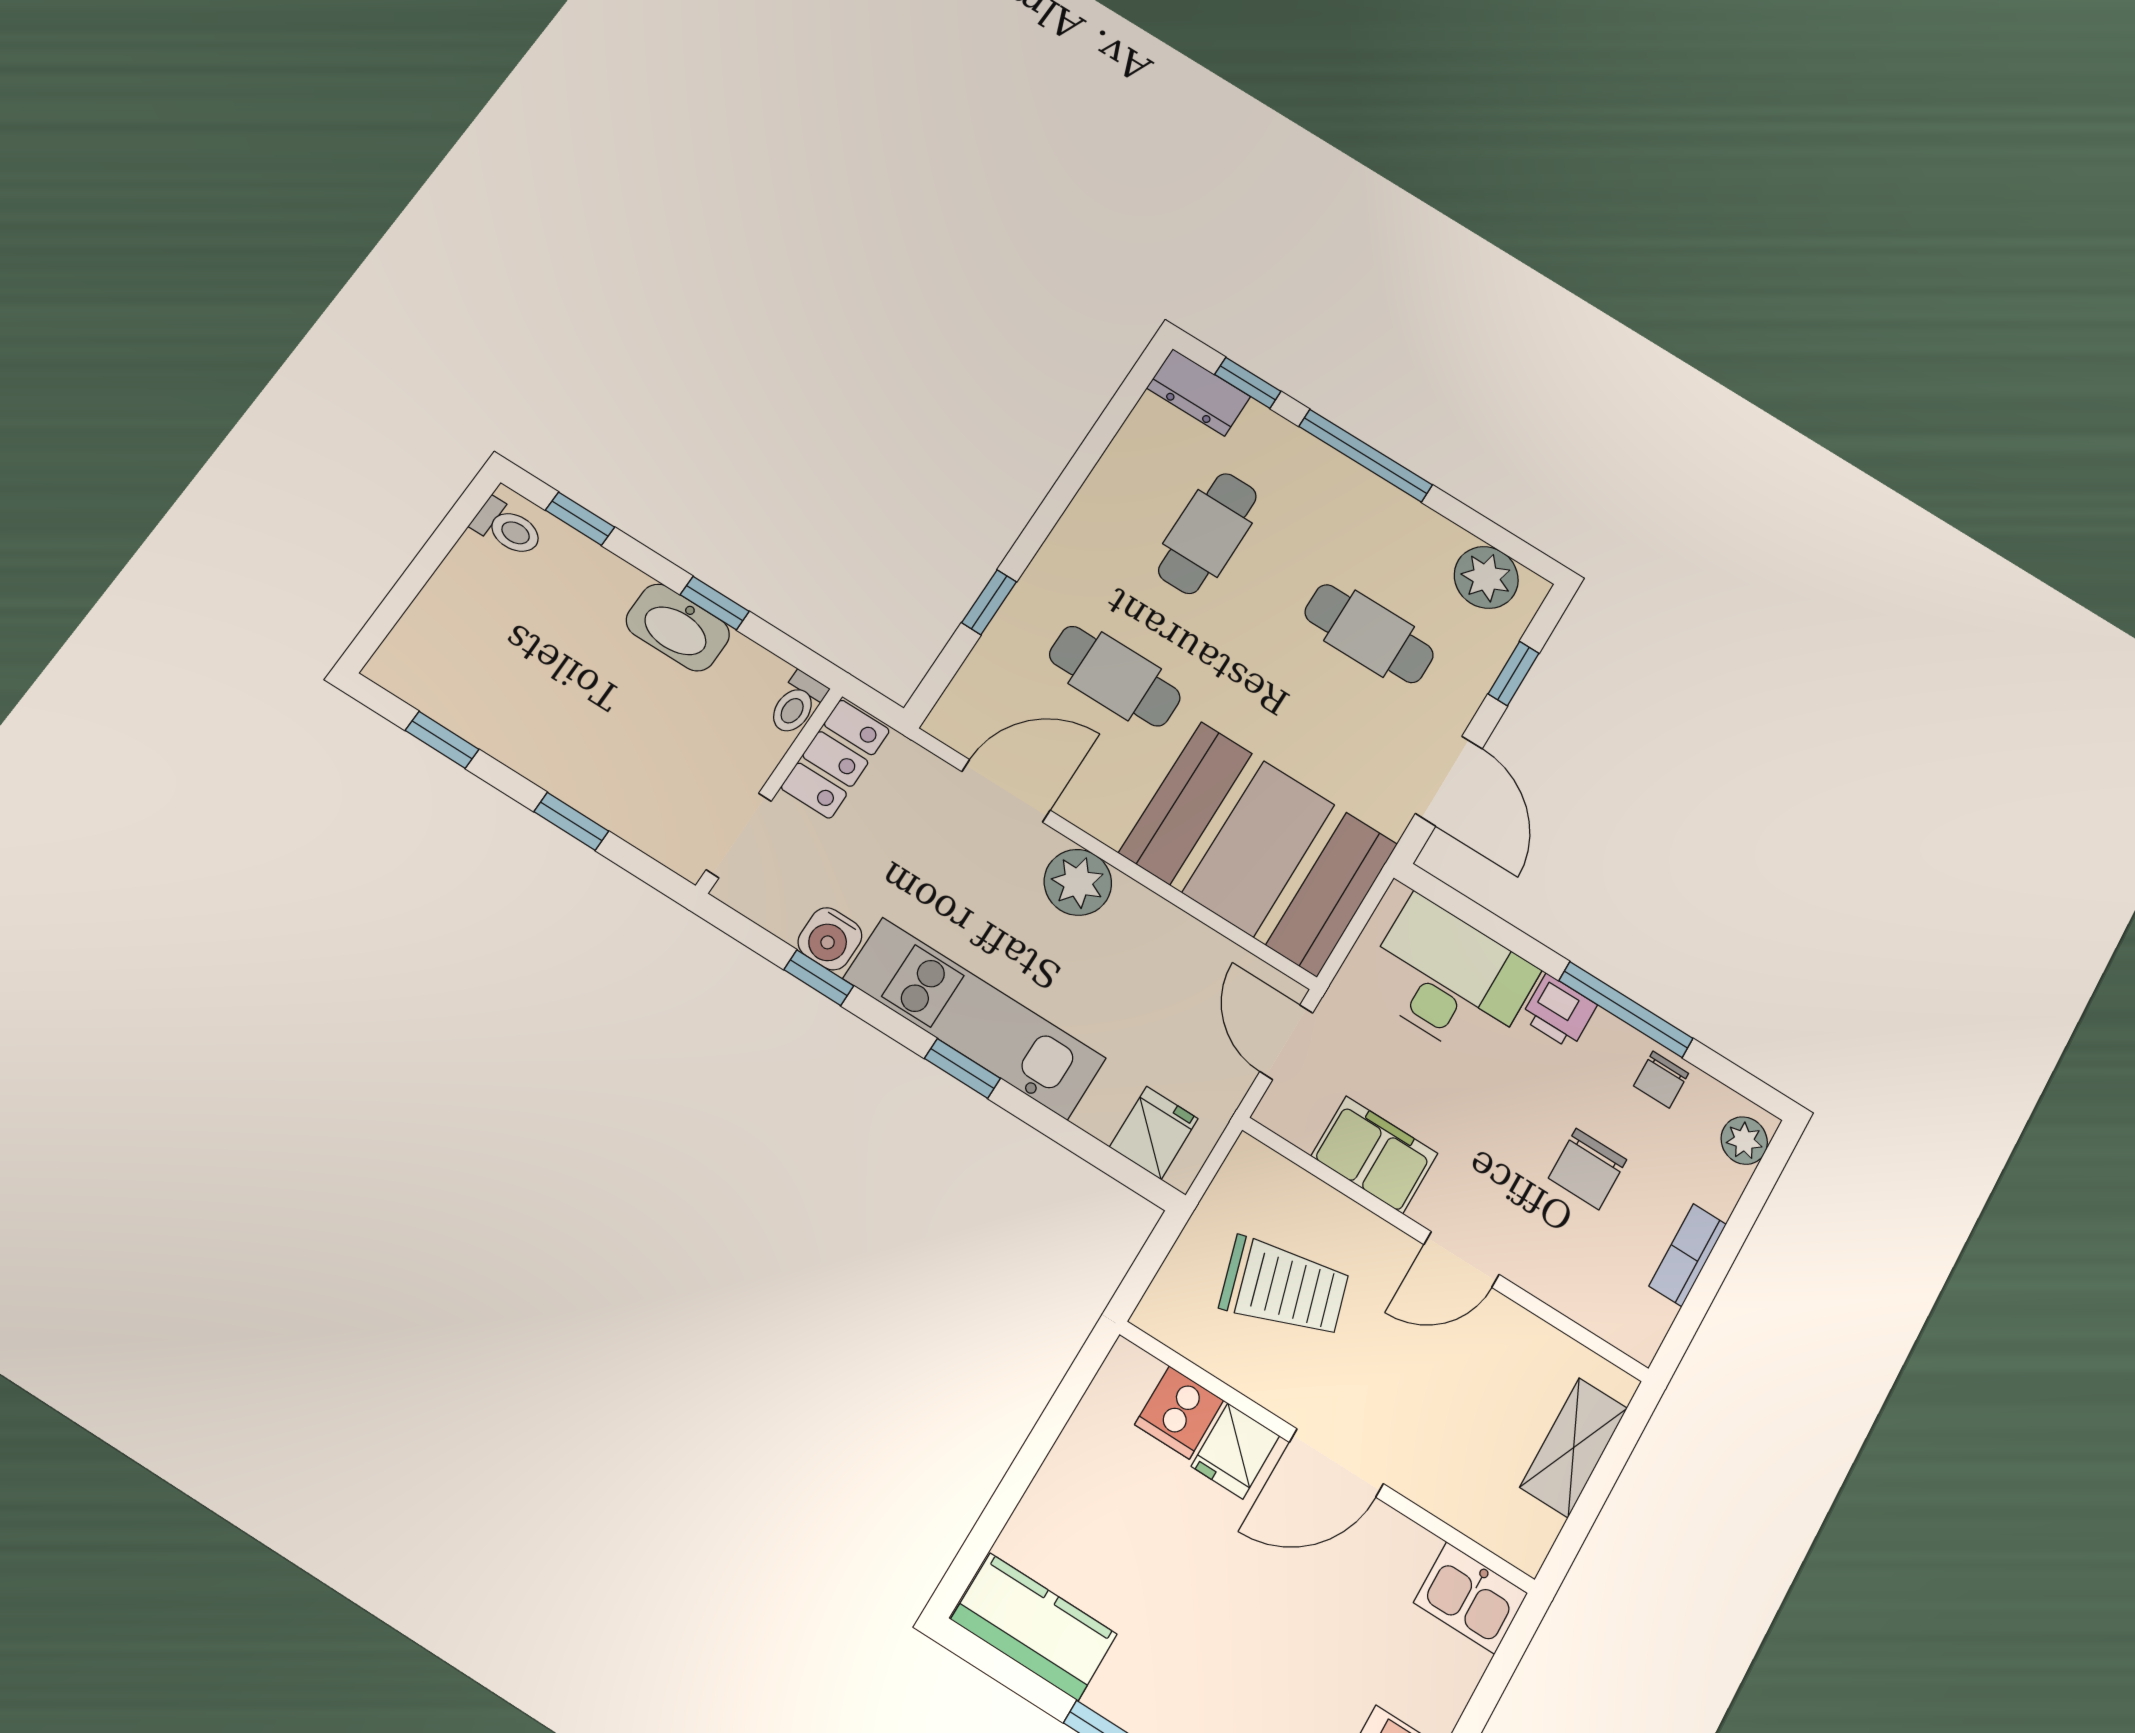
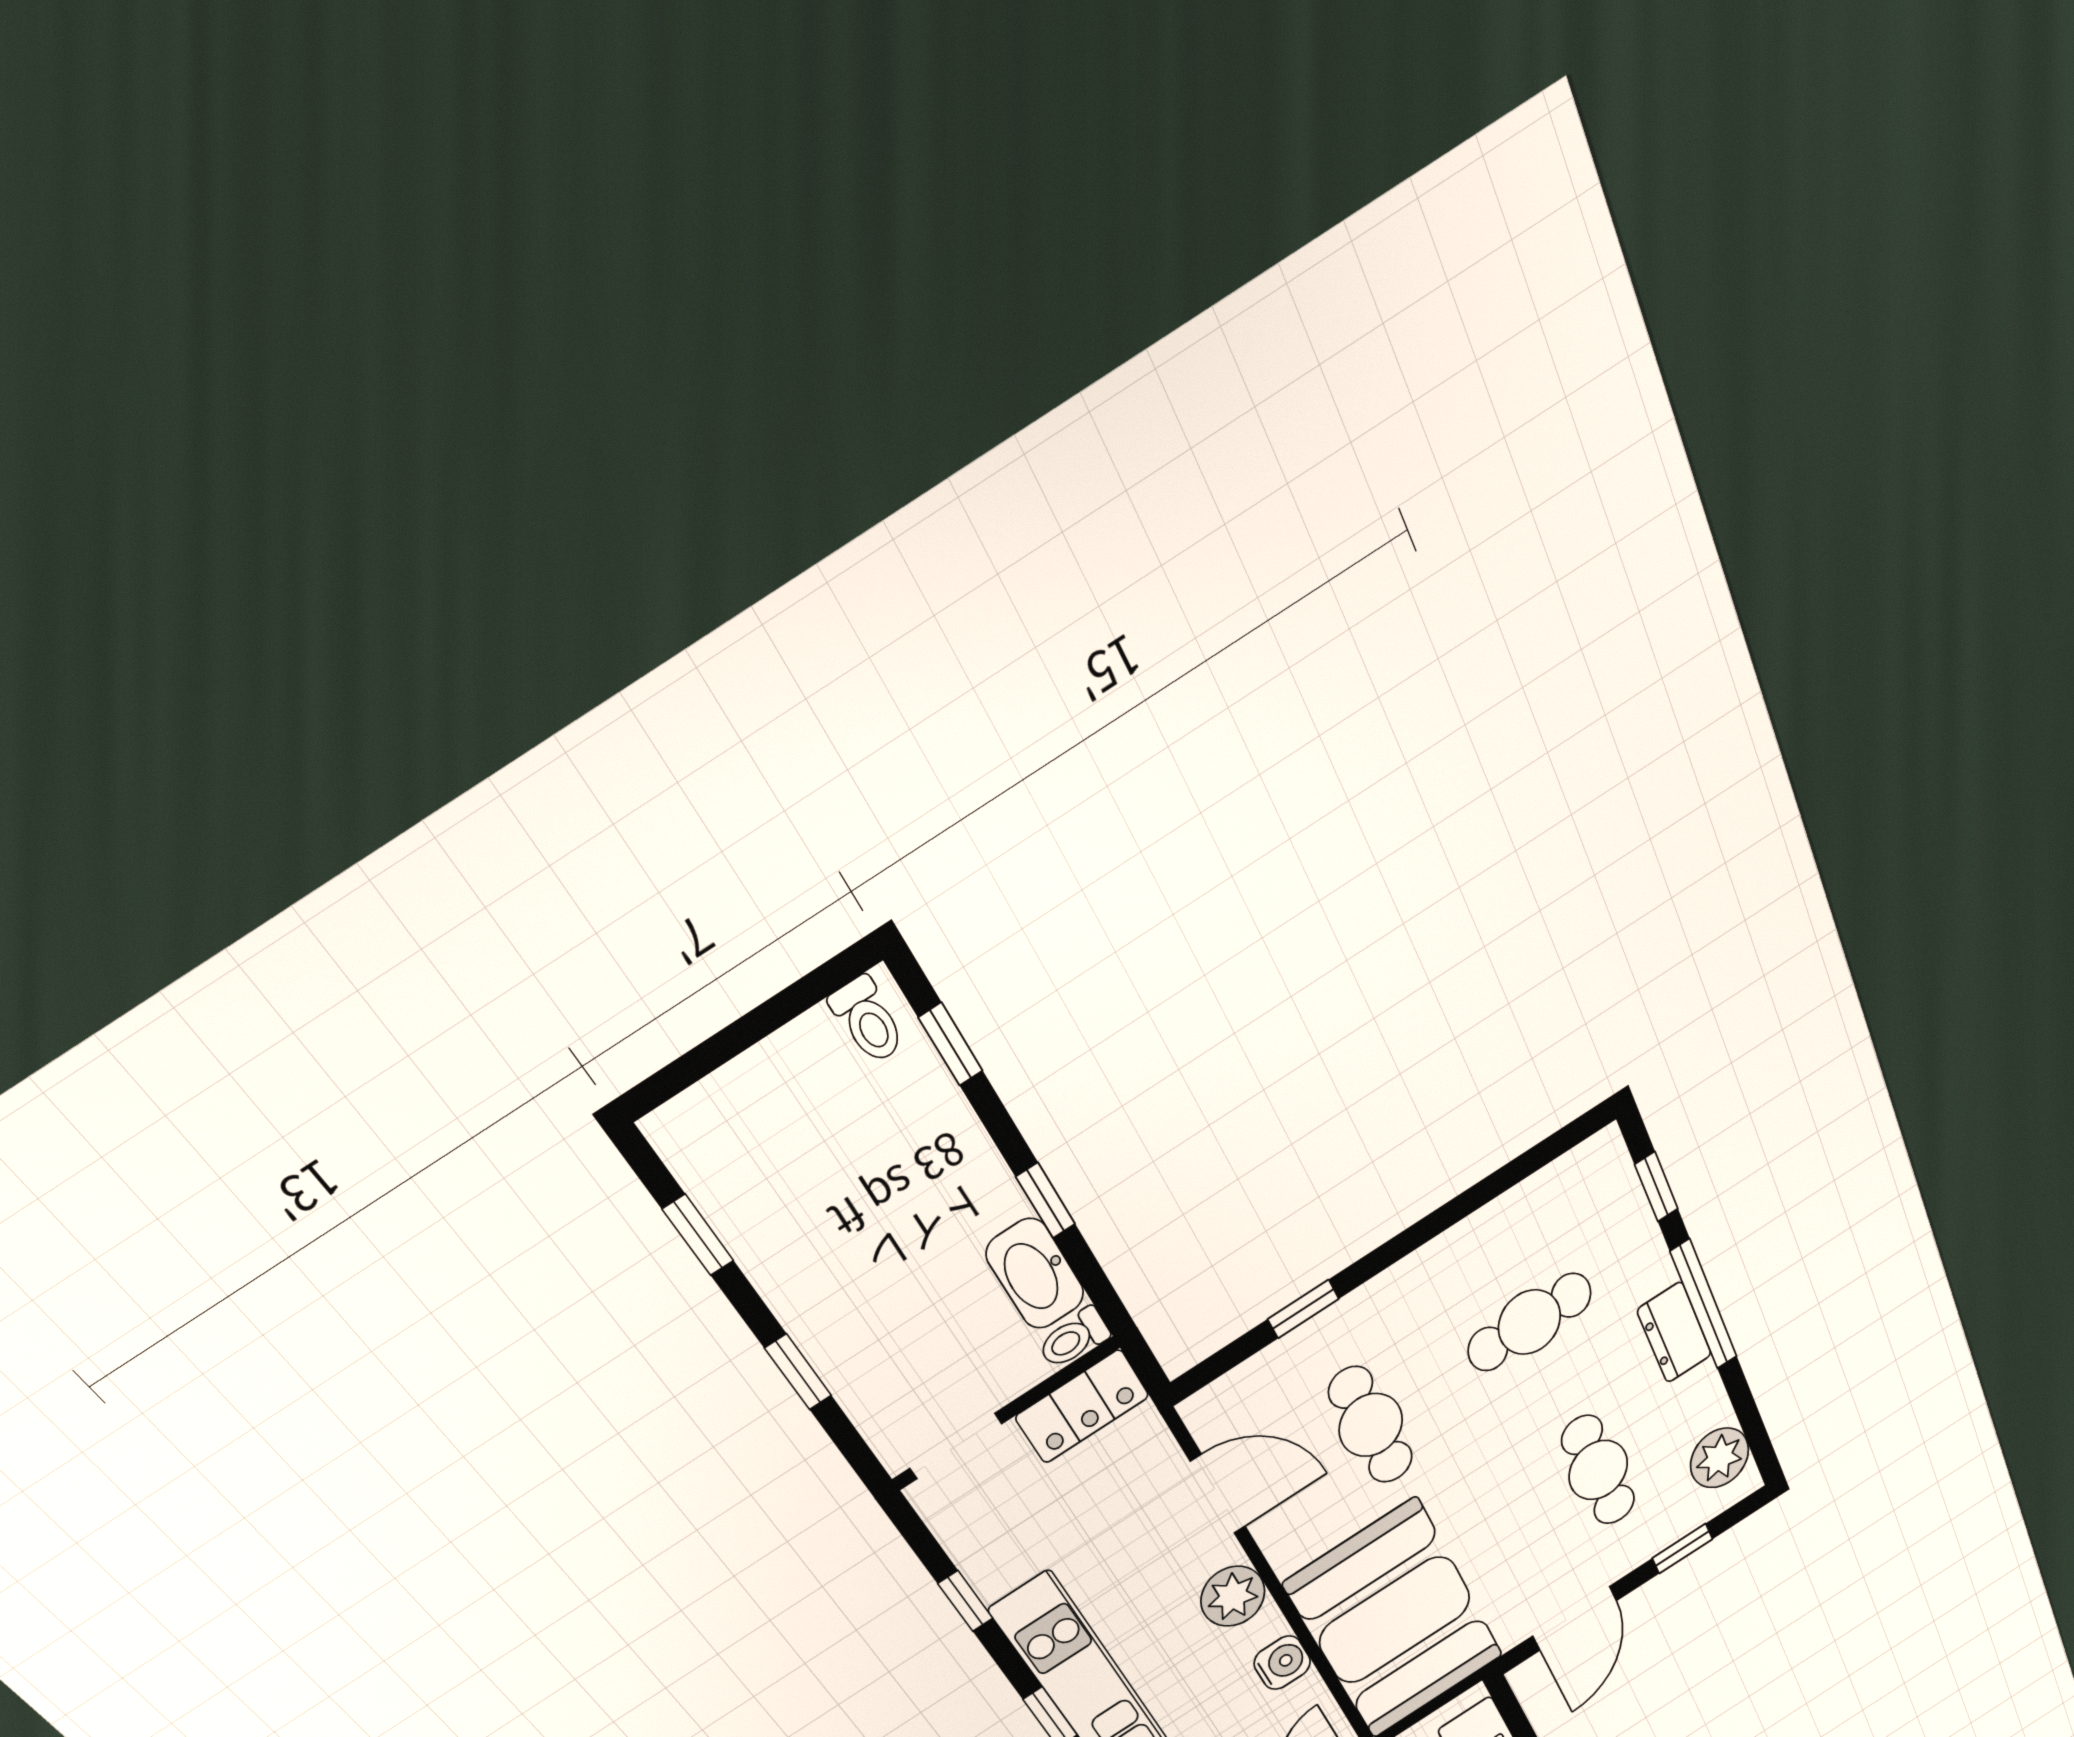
dresser: (1199, 392) -> (1674, 1332), moved
washbasin: (678, 628) -> (1035, 1274), moved
water cooler: (830, 939) -> (1282, 1663), moved, turned 180

